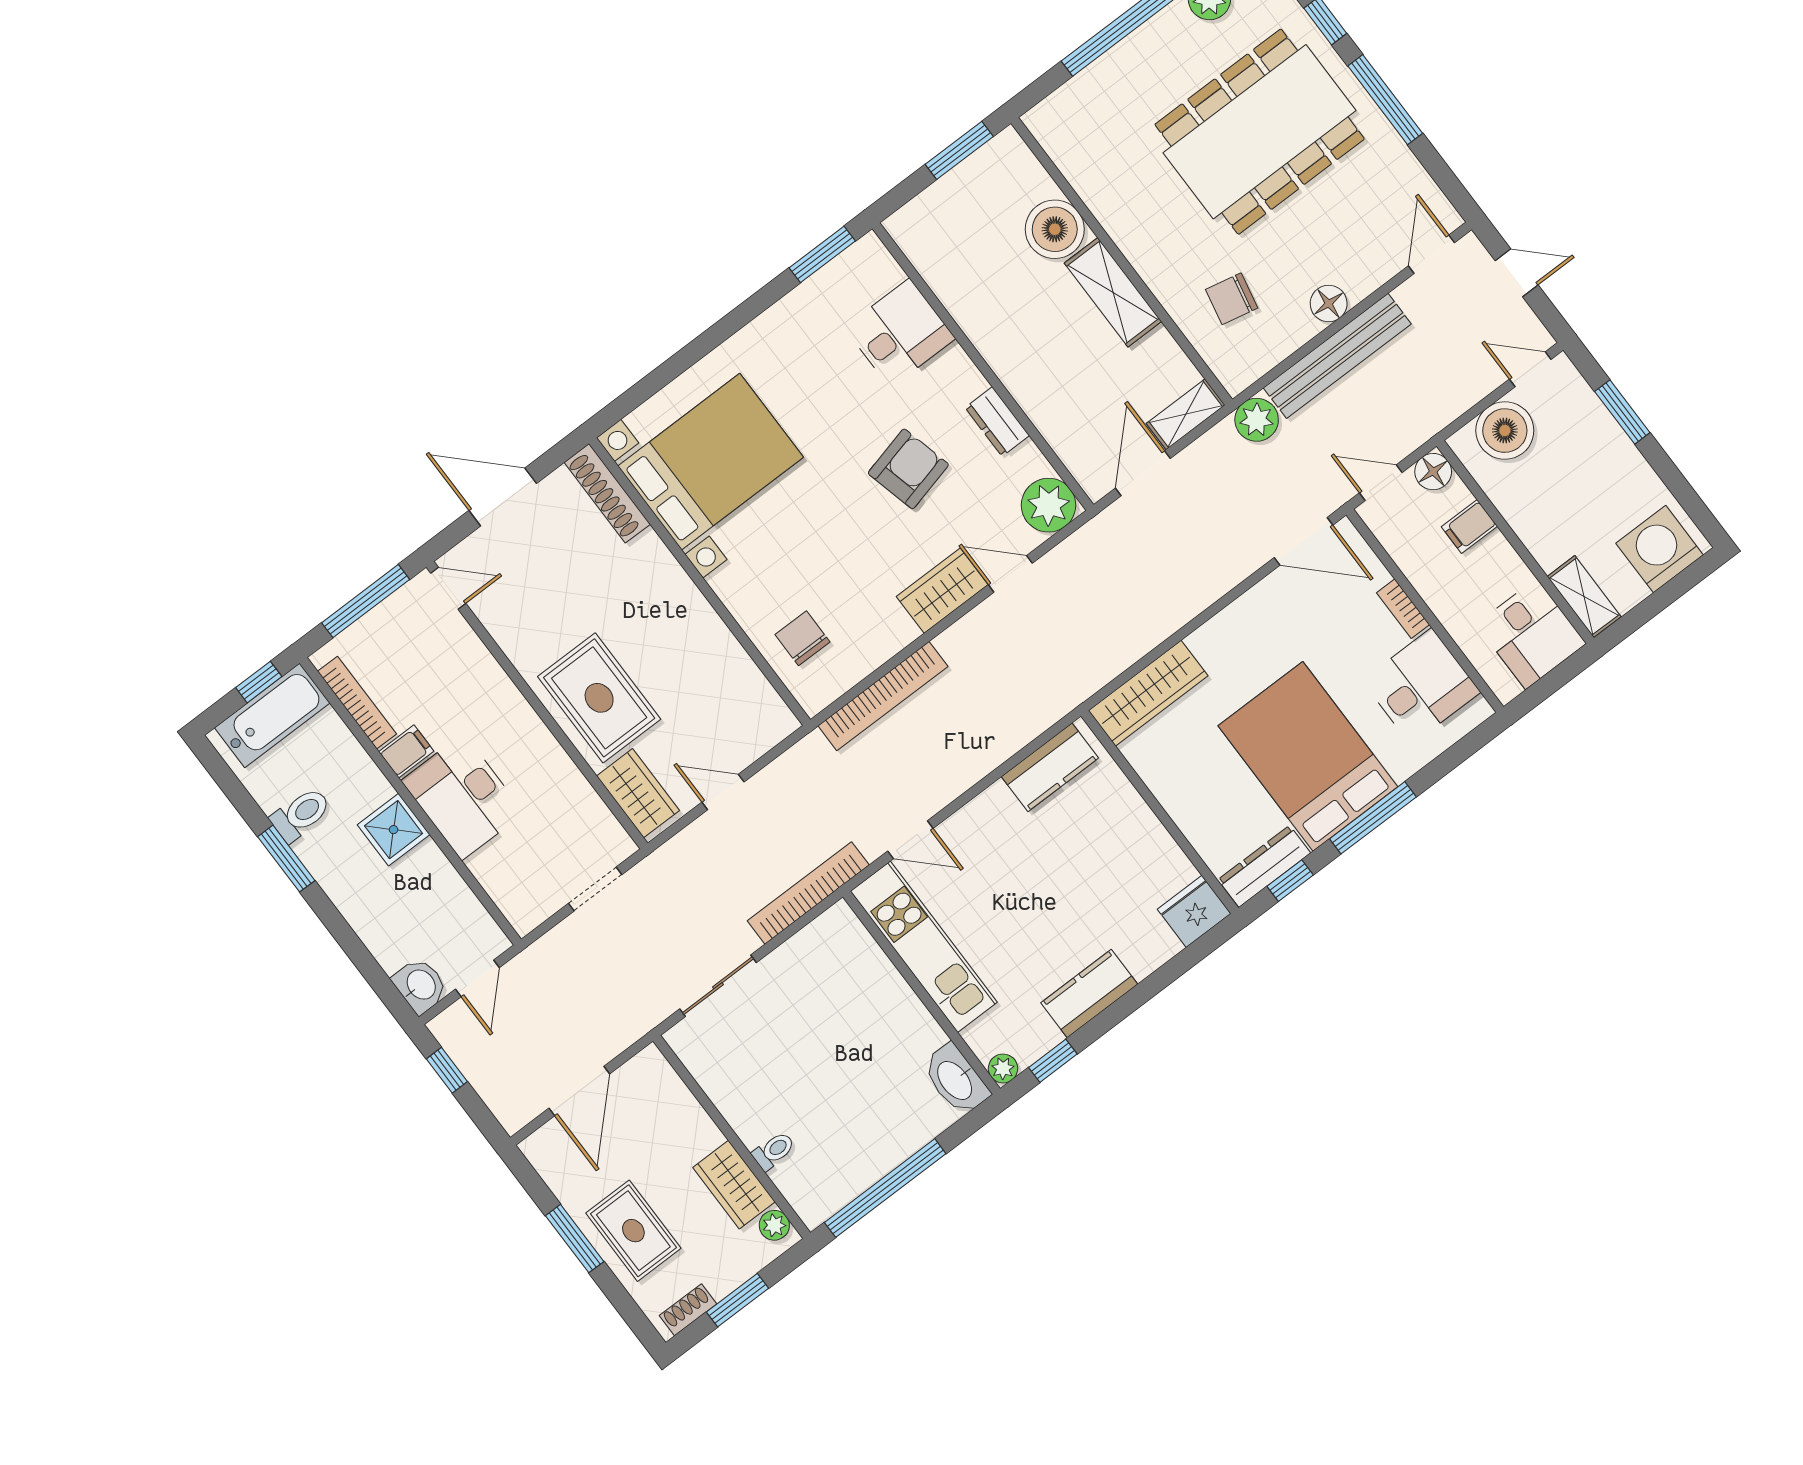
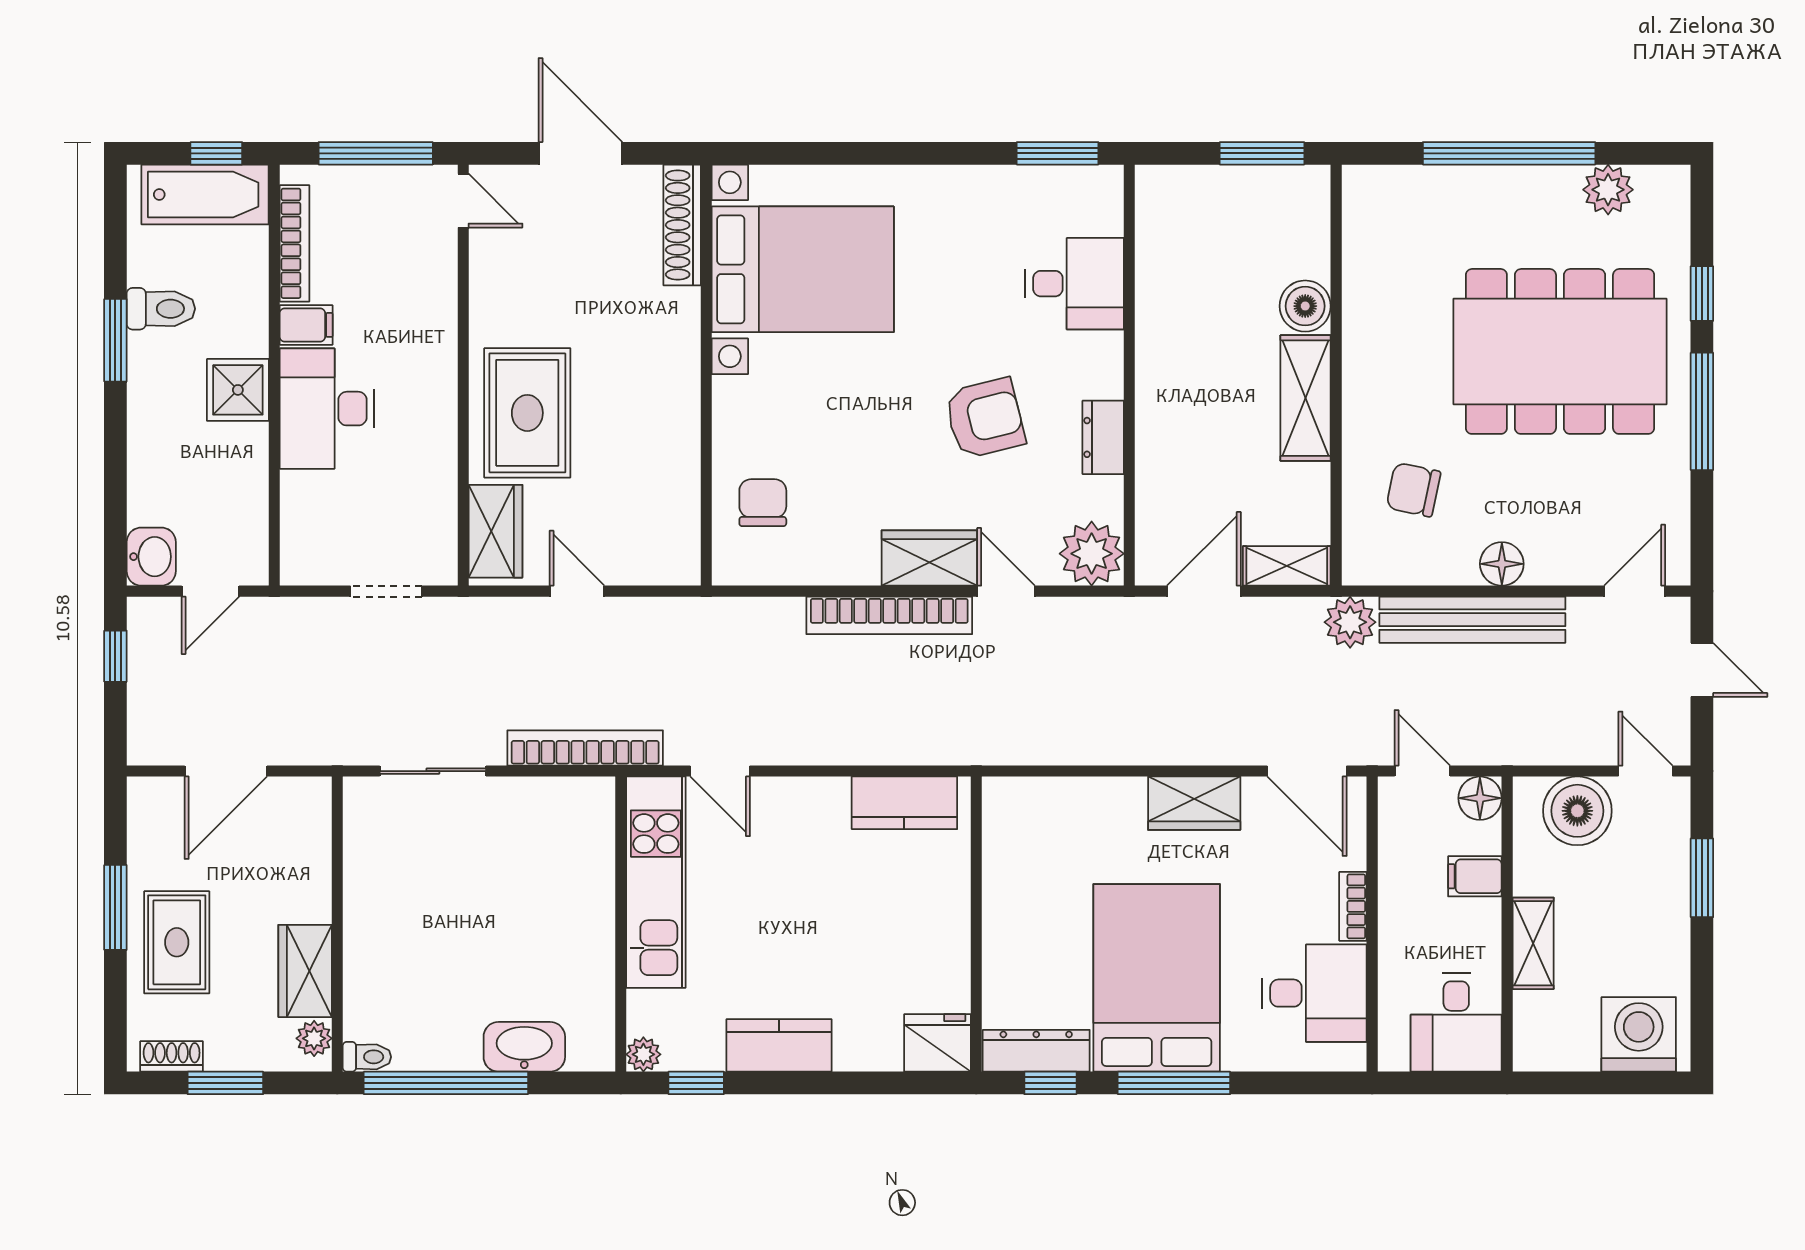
boiler: (1055, 229) -> (1305, 306), width x0.73, depth x0.73
shelving: (1584, 597) -> (1533, 943), moved
wardrobe: (1148, 693) -> (1194, 803), moved, width x0.67
bookcase: (883, 696) -> (889, 615), moved
washbasin: (956, 1080) -> (524, 1047), moved, turned 90
toilet: (774, 1151) -> (367, 1057), moved

